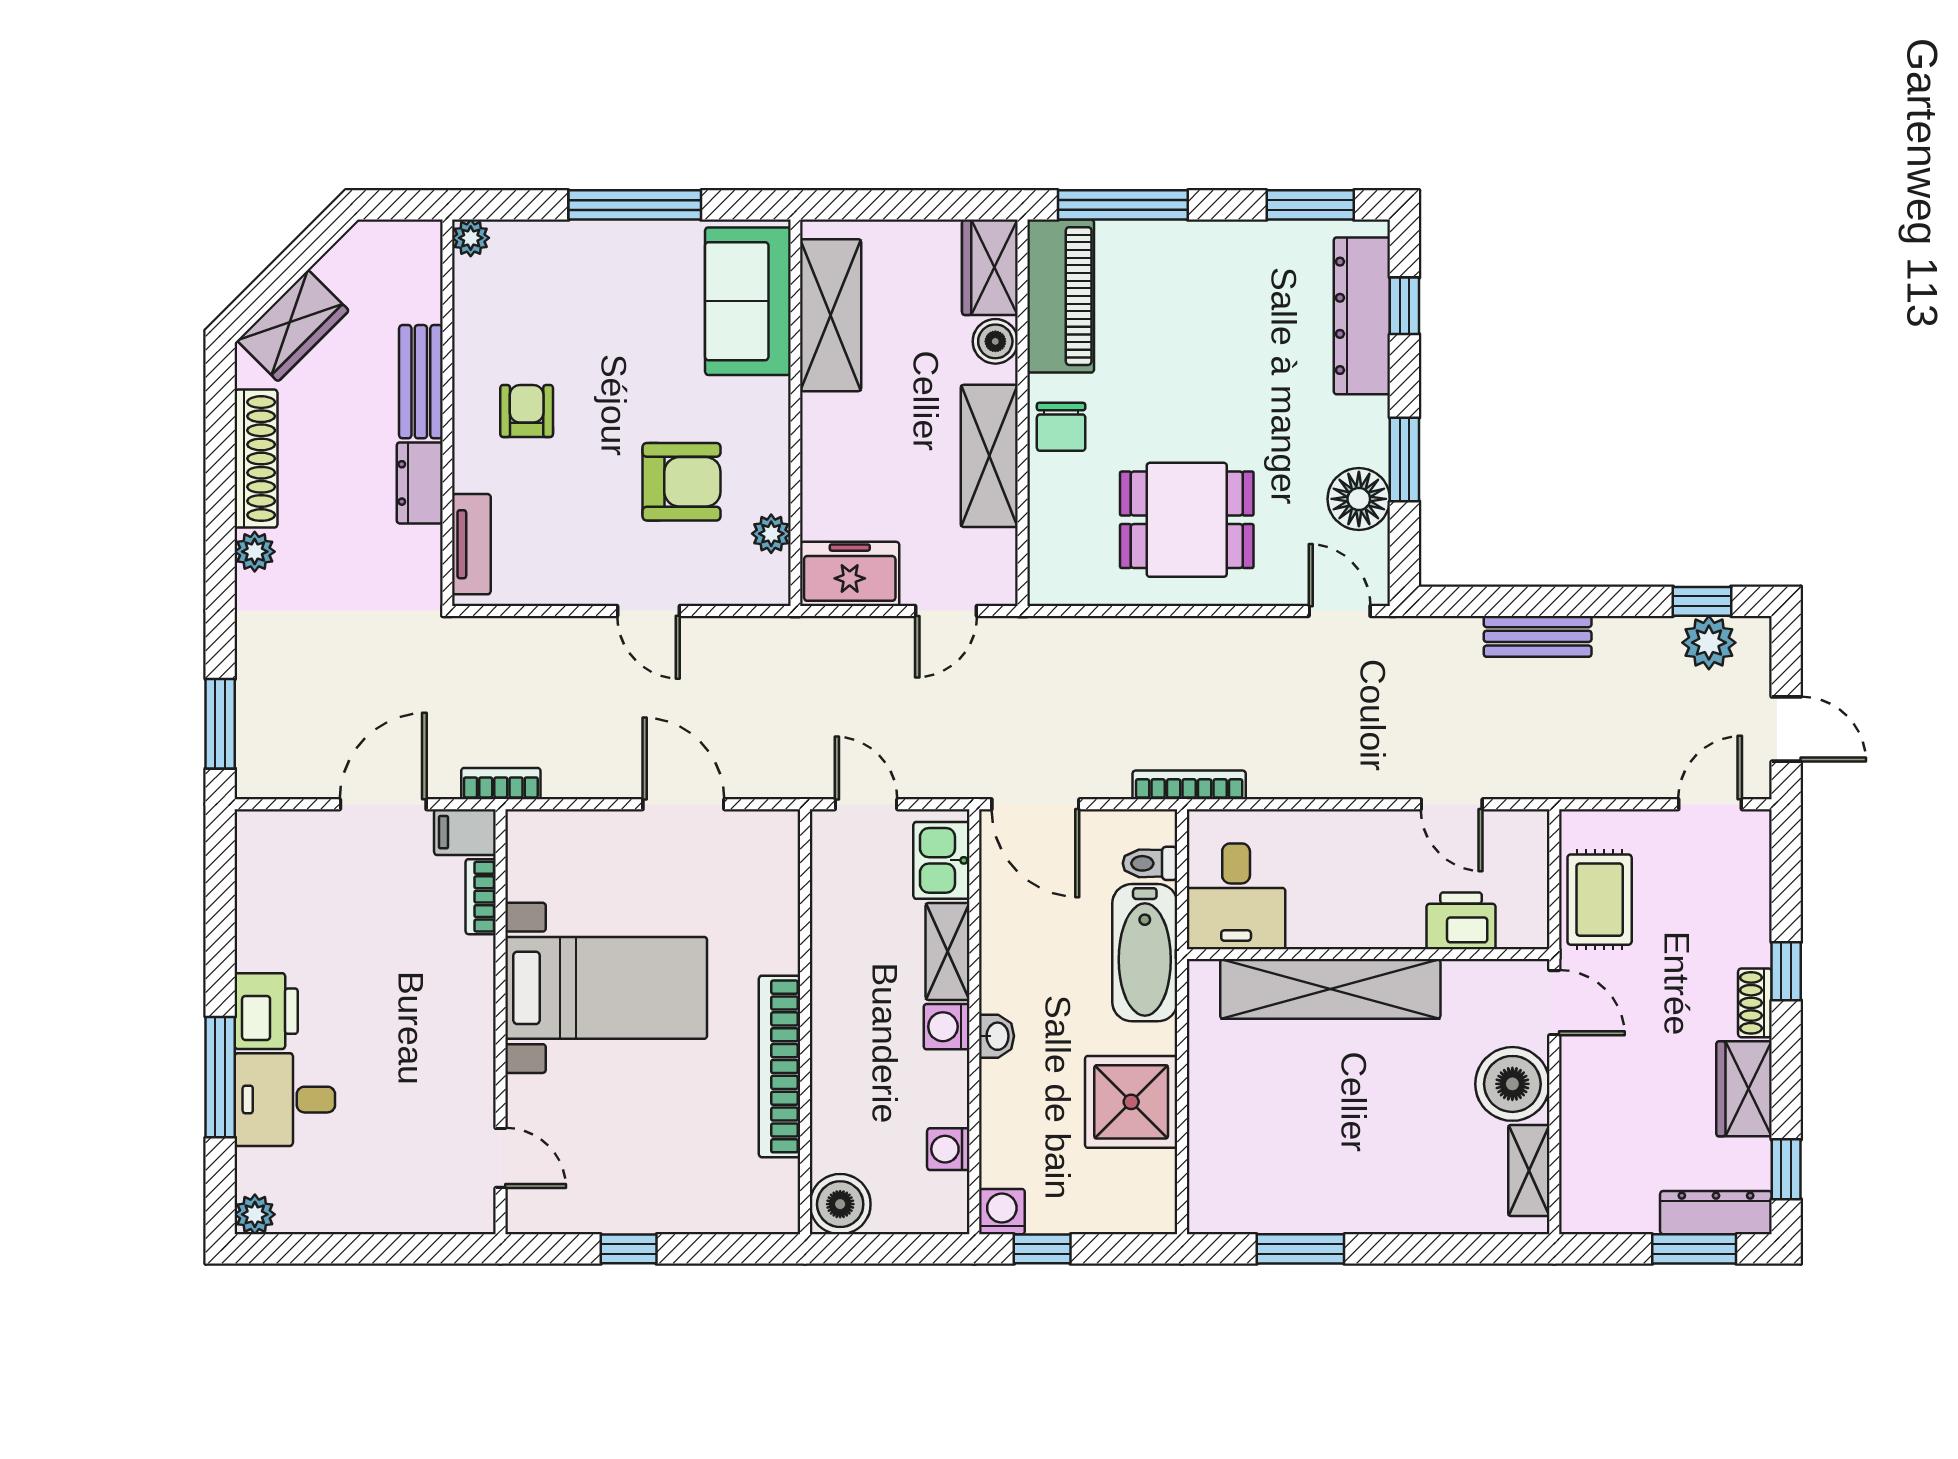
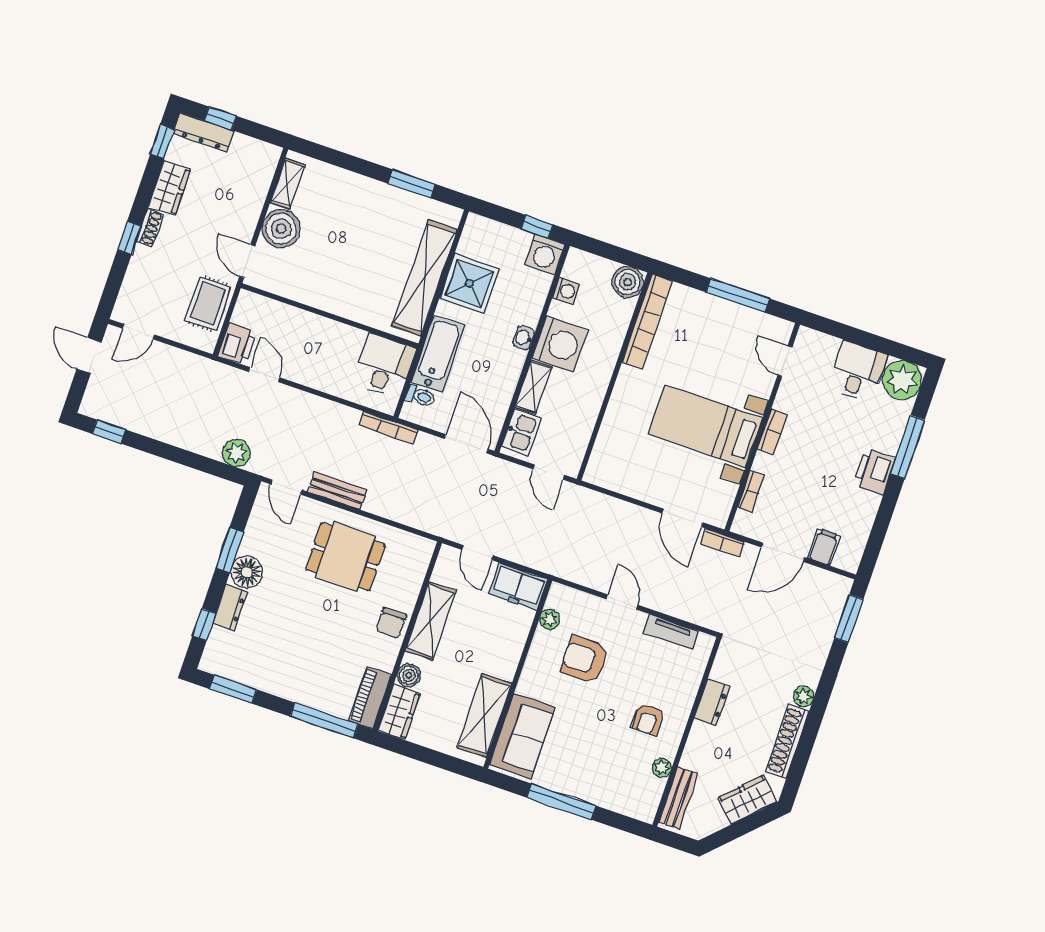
plant: (471, 238) -> (662, 768), moved
piano: (1061, 296) -> (370, 698), width x0.73, depth x0.75
dresser: (1362, 316) -> (230, 607), width x0.51, depth x0.80
bench: (421, 382) -> (678, 798), moved
chair: (1061, 427) -> (391, 623), turned 180
floor lamp: (1359, 499) -> (247, 572), moved
tv unit: (471, 544) -> (671, 632), moved, turned -90
door: (946, 611) -> (478, 553), swing flipped
bench: (1538, 636) -> (337, 491), moved
plant: (1709, 643) -> (236, 453), moved
door: (683, 804) -> (682, 518), moved
filing cabinet: (465, 832) -> (824, 547), moved, turned -90
printer: (1461, 921) -> (237, 344), moved, turned -90
shelving: (1330, 989) -> (425, 278), moved, turned 90
bookcase: (479, 1020) -> (772, 432), added
washing machine: (947, 1027) -> (560, 344), width x1.89, depth x1.89
bookcase: (780, 1066) -> (647, 322), moved
desk: (285, 1100) -> (857, 371), moved, turned -90
washing machine: (1002, 1212) -> (545, 254), width x1.38, depth x1.38
plant: (255, 1214) -> (902, 380), width x1.88, depth x1.88
window: (629, 1249) -> (738, 295), width x2.17
window: (1694, 1249) -> (220, 118), width x0.67

